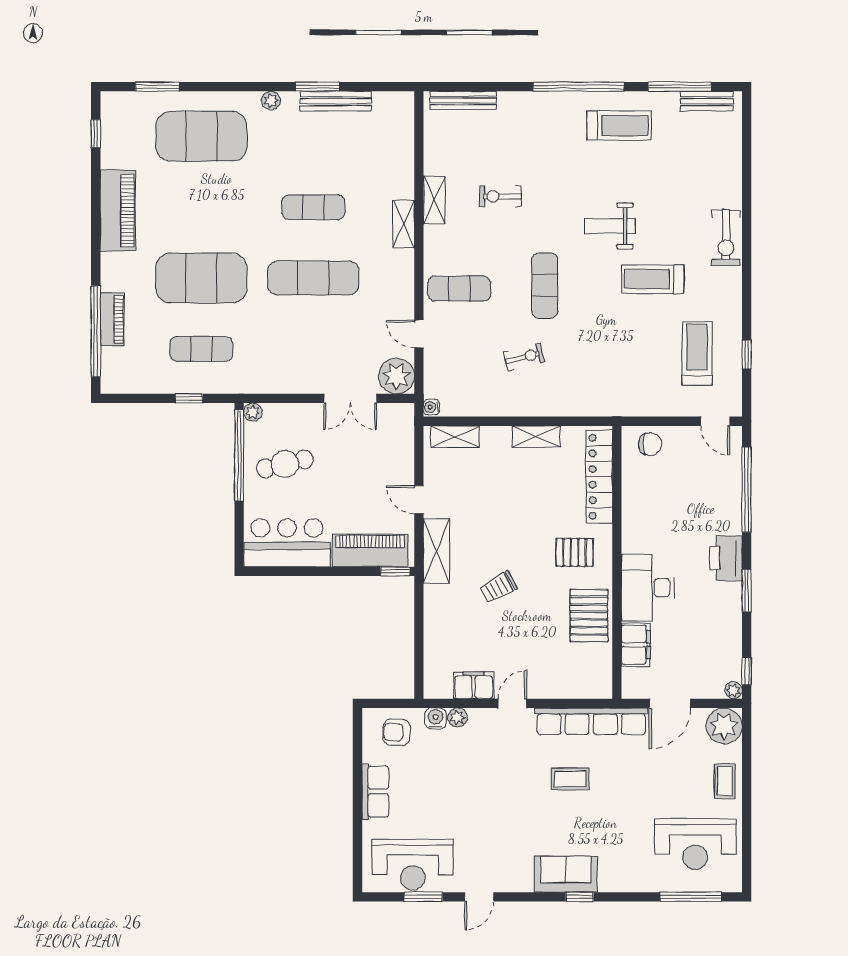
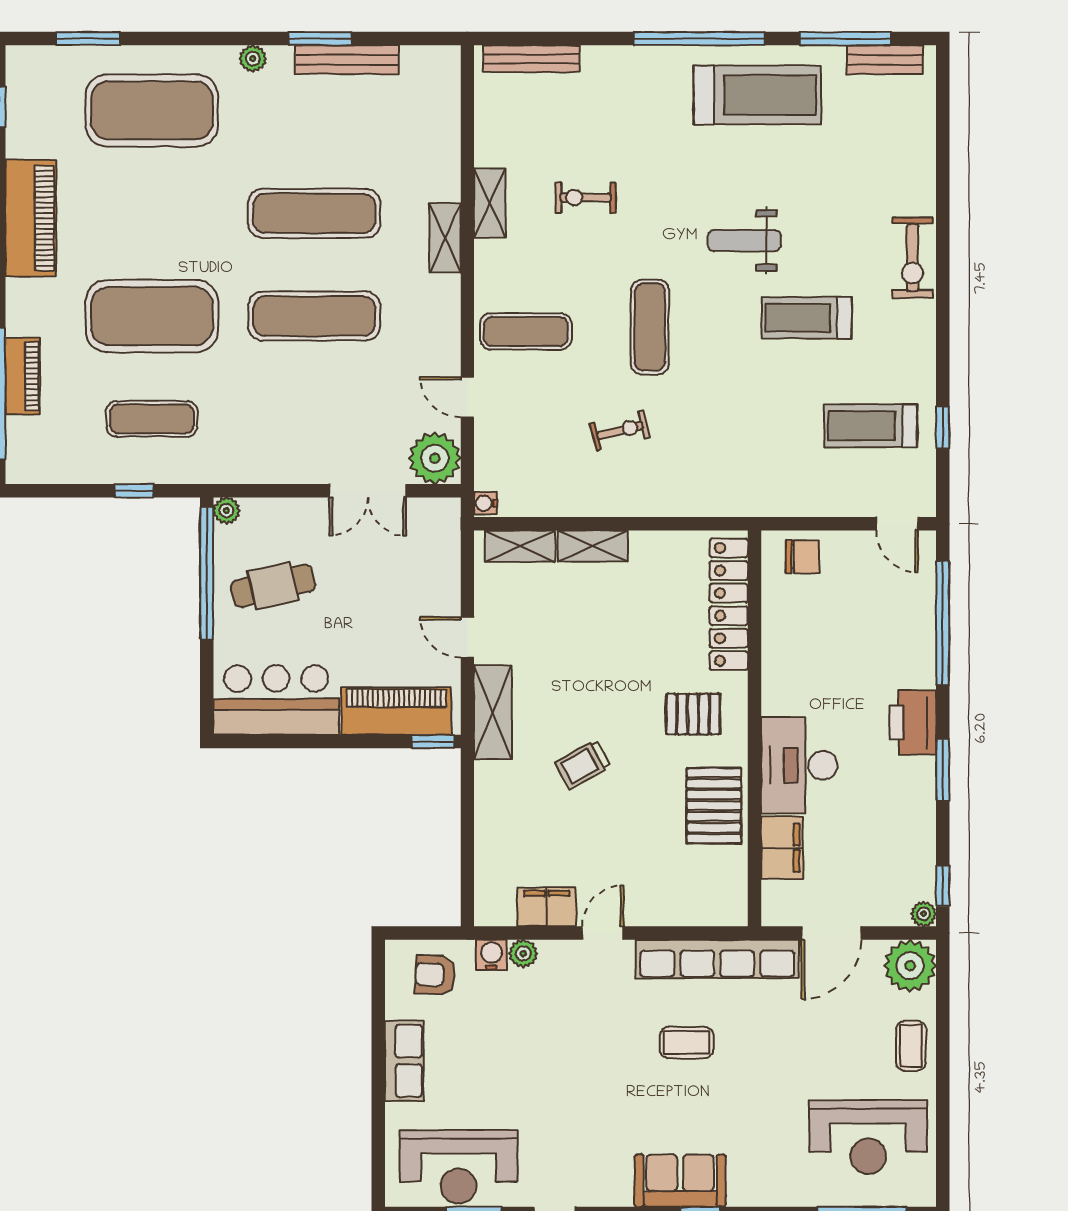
treadmill: (619, 126) -> (757, 95), width x1.37, depth x1.38
exercise mat: (313, 207) -> (314, 213), width x1.36, depth x1.45
treadmill: (697, 354) -> (871, 426), turned -90
shelving: (537, 437) -> (593, 546), moved

